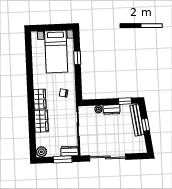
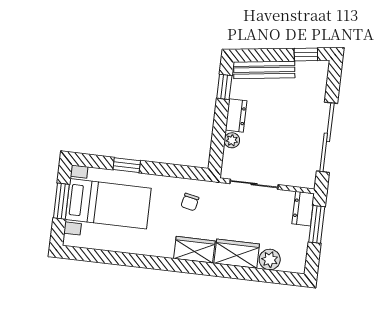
window: (54, 27) -> (61, 201), added
window: (146, 125) -> (306, 54), moved
plant: (41, 152) -> (270, 259), moved

